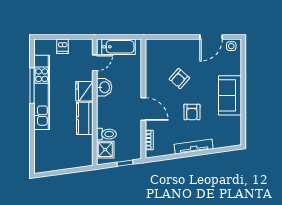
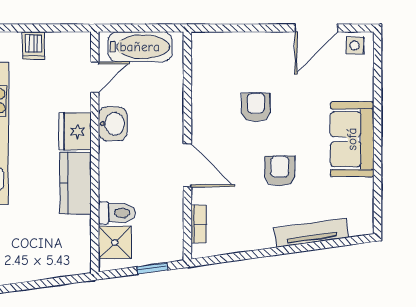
armchair: (179, 79) -> (256, 107), turned 139
armchair: (192, 112) -> (280, 171), turned 180
tv unit: (194, 147) -> (311, 233), moved

